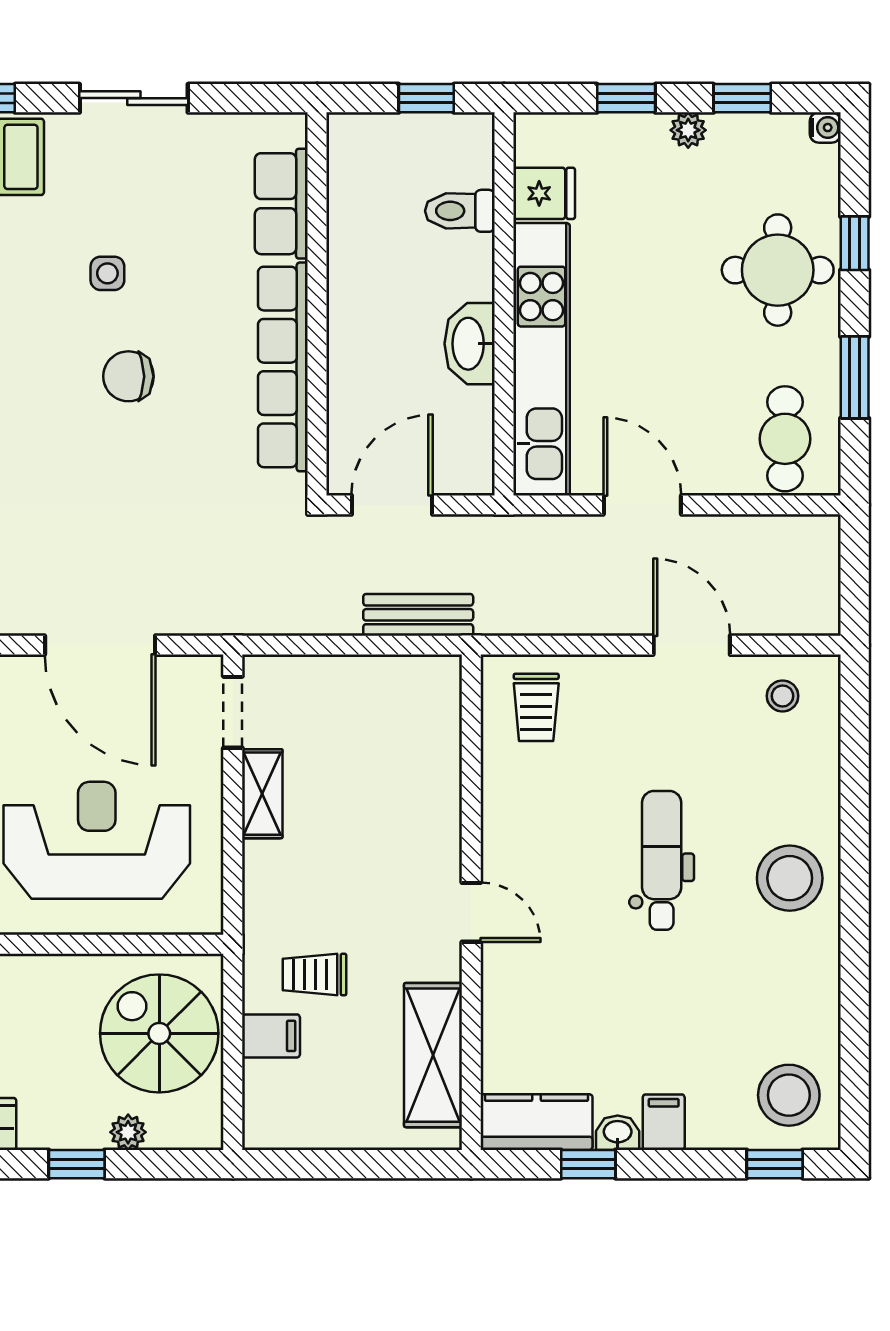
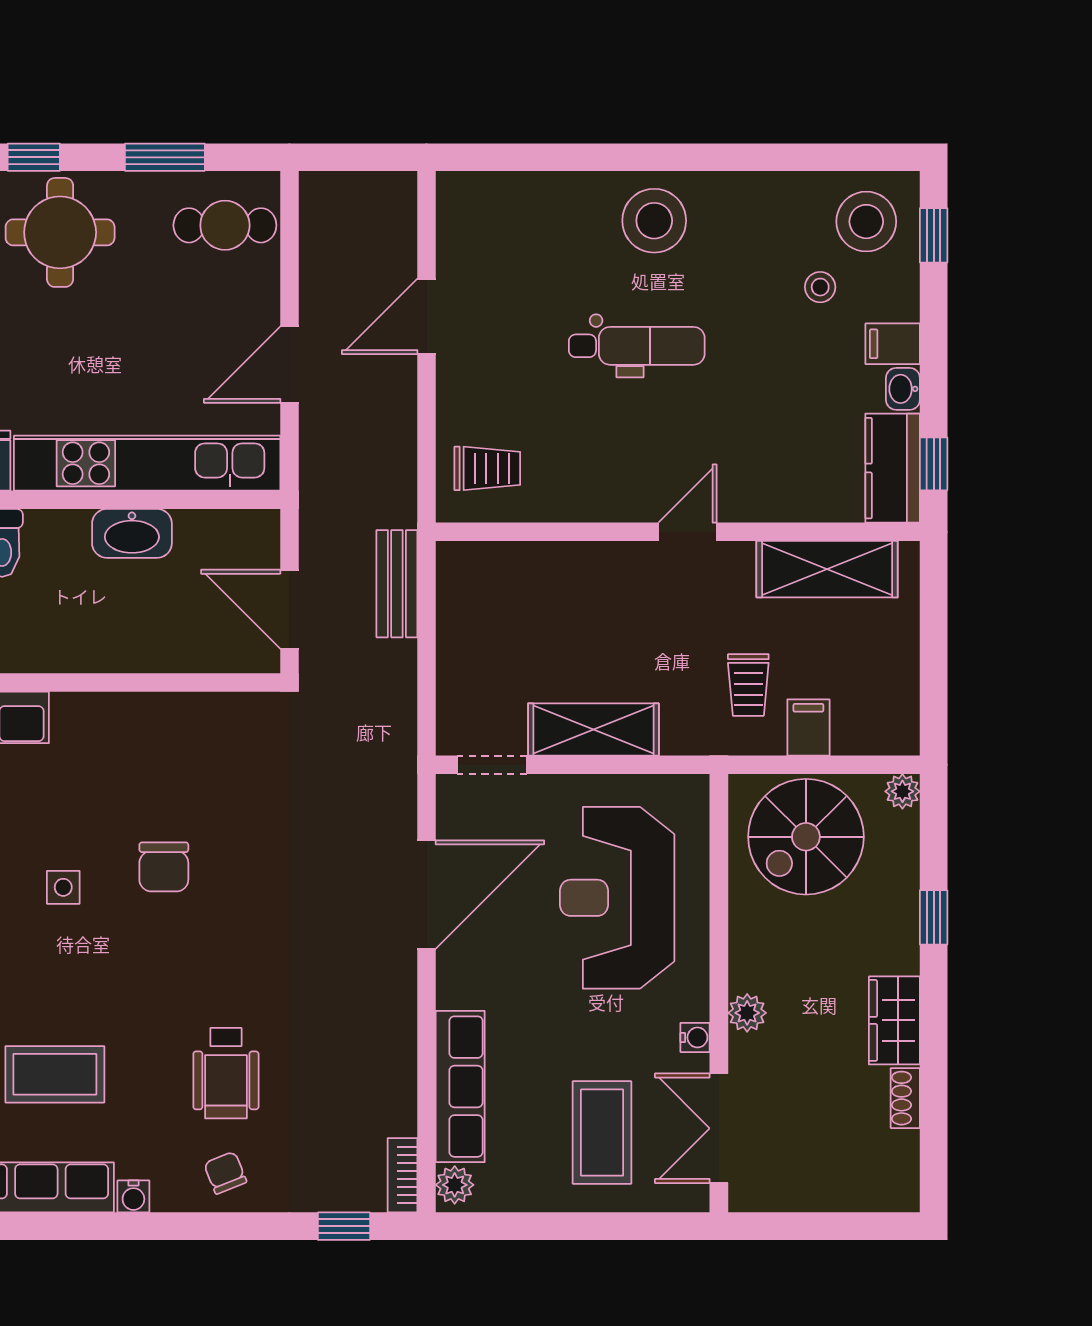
row of seats: (283, 367) -> (155, 716), removed
stool: (783, 696) -> (820, 287), moved
shelving: (262, 794) -> (593, 730), width x1.50, depth x1.33
dental chair: (662, 860) -> (637, 346), turned 180
plant: (128, 1132) -> (902, 791), moved
window: (588, 1164) -> (934, 464), moved

